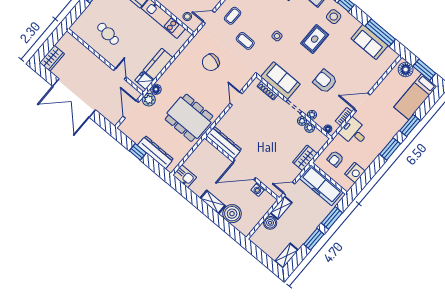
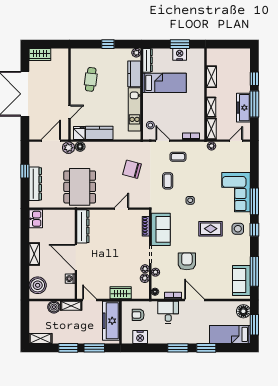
sofa: (370, 42) -> (241, 281), moved
boiler: (232, 214) -> (38, 285), moved

